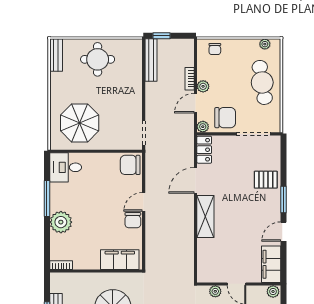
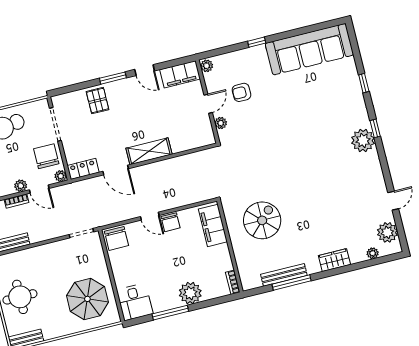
chair: (133, 220) -> (171, 222), turned 90

